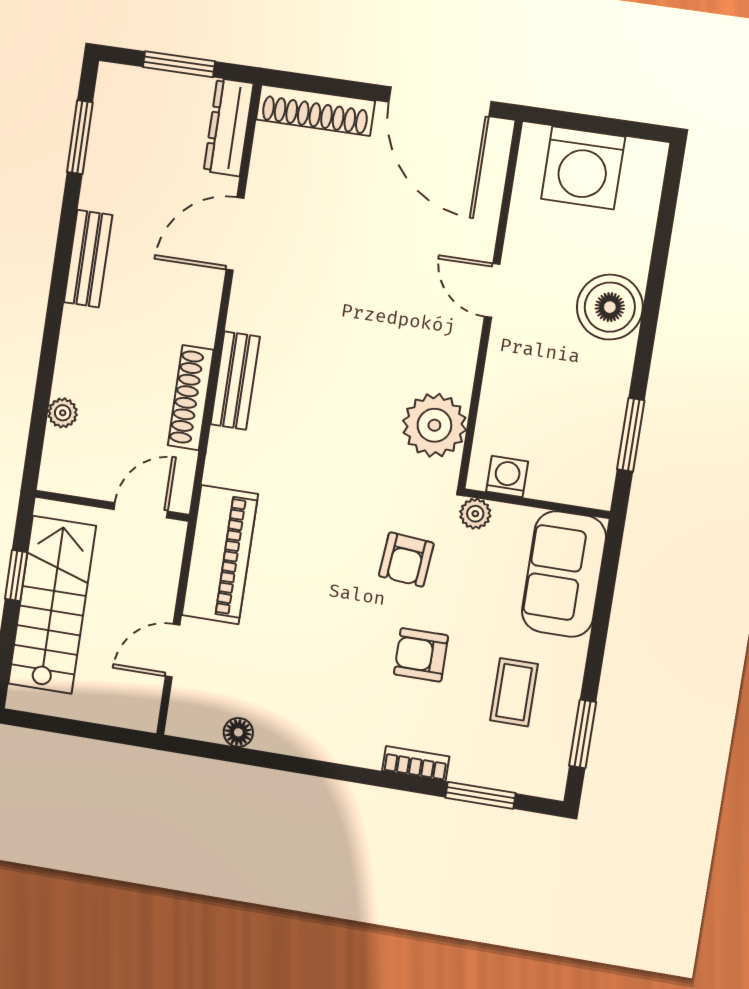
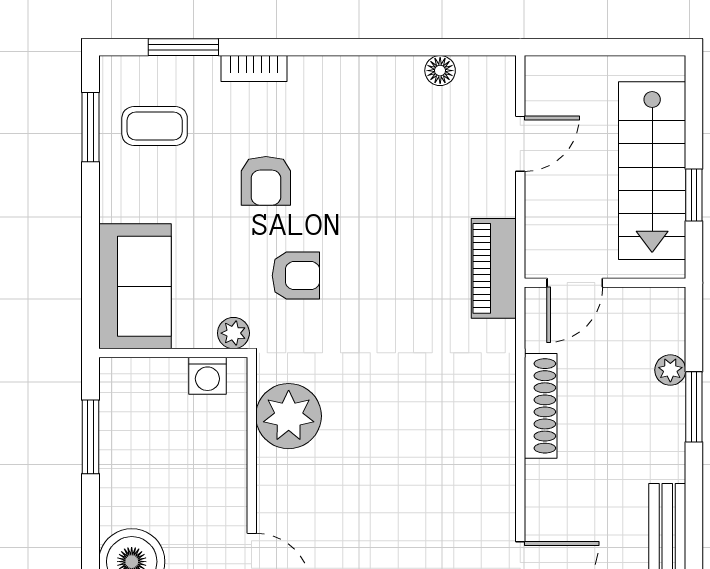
window: (45, 374) -> (694, 407), added
bench: (235, 381) -> (498, 430), removed
piano: (220, 555) -> (494, 268), width x0.73, depth x0.75
armchair: (406, 560) -> (296, 276), turned 85
armchair: (421, 655) -> (266, 181), turned 90
coffee table: (514, 692) -> (155, 126), moved, turned 90

